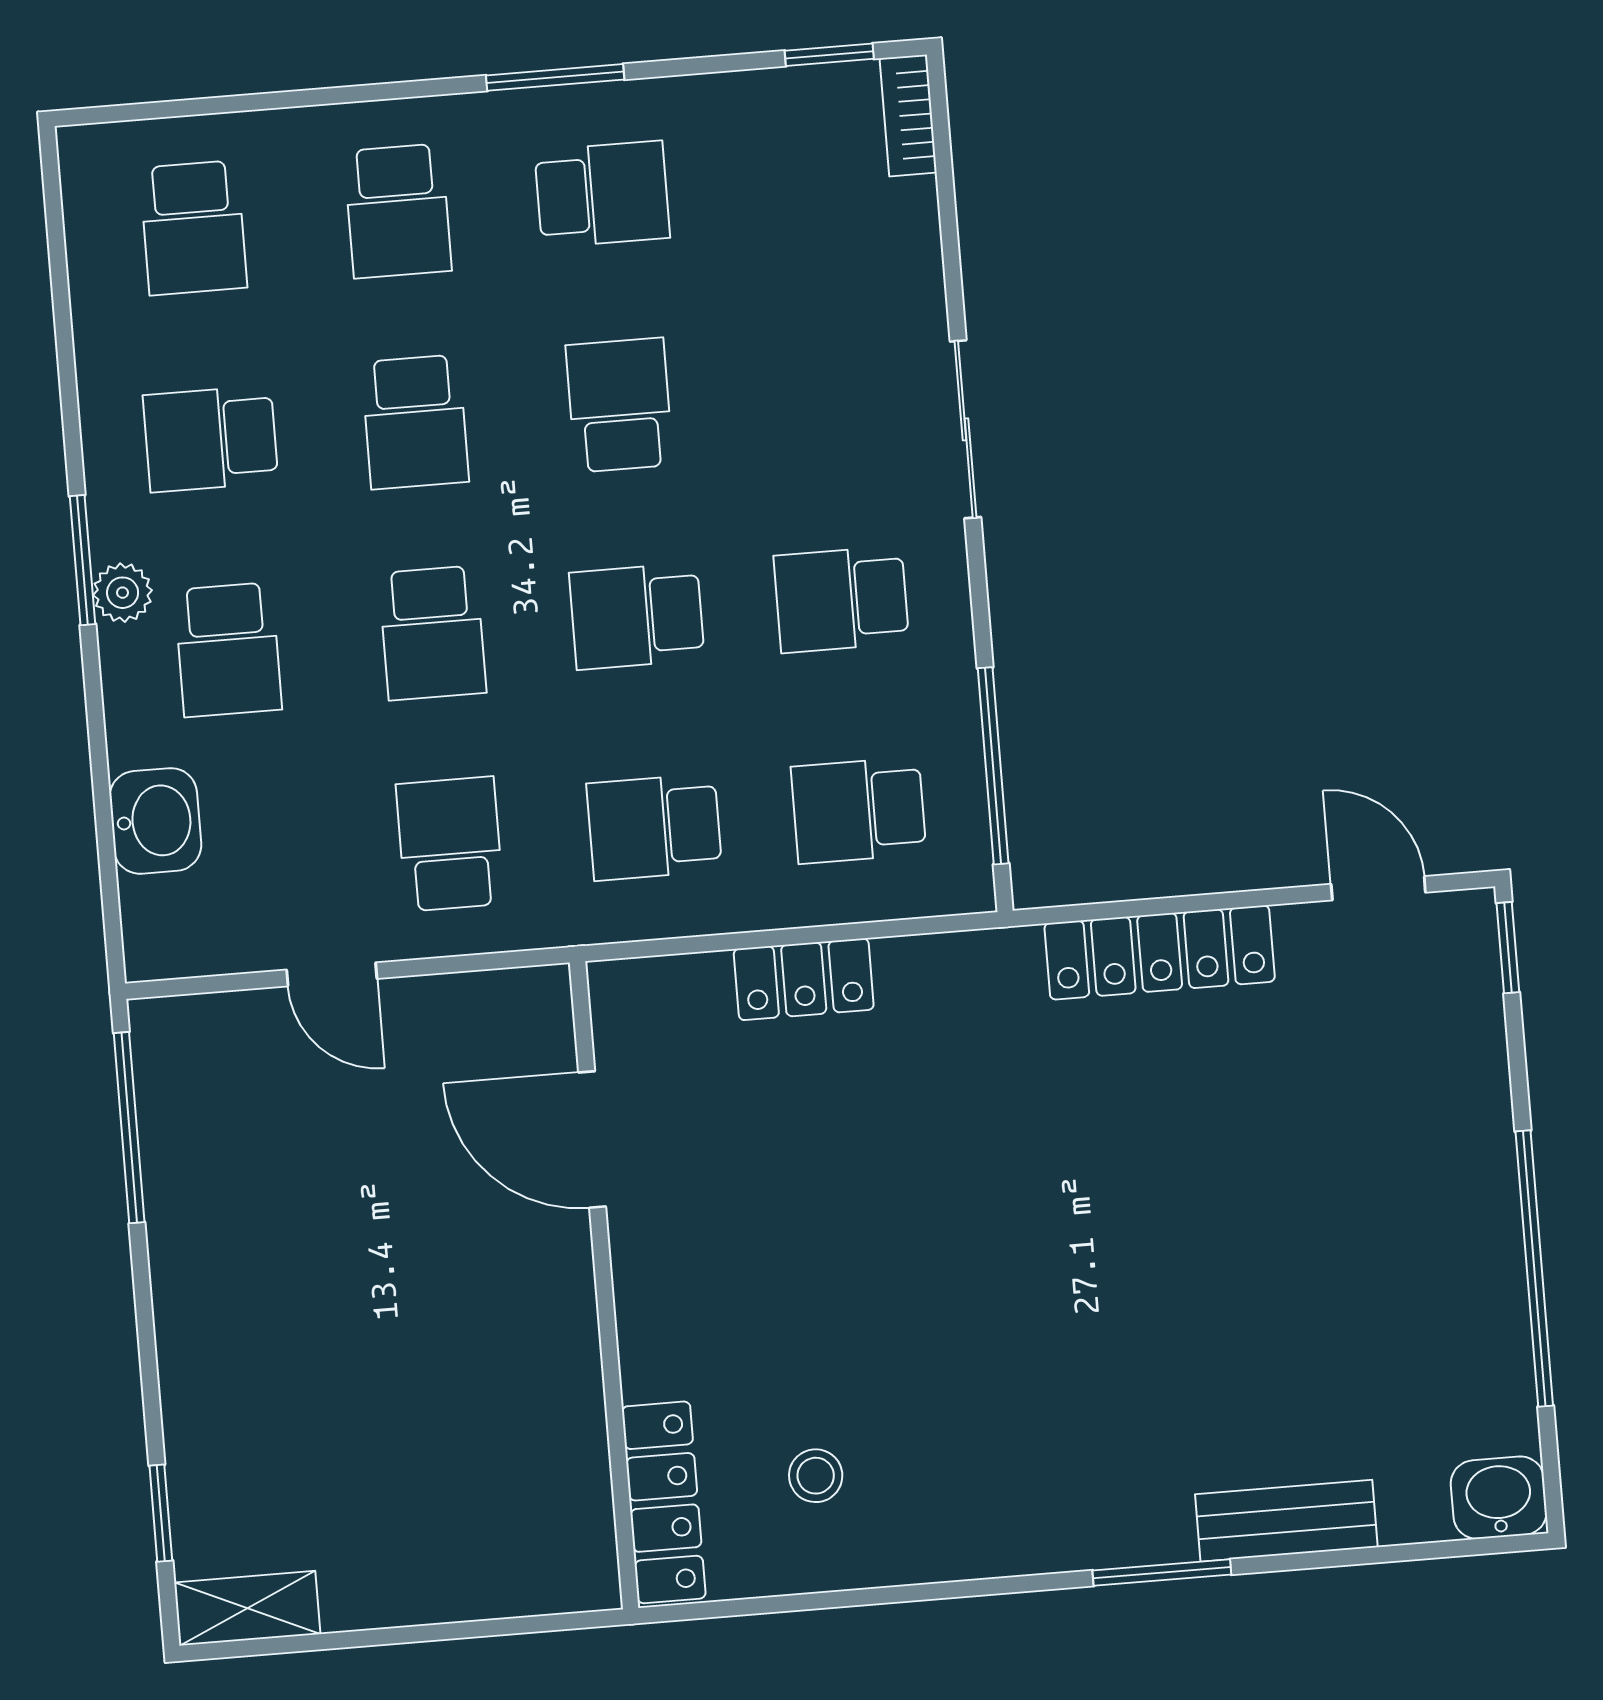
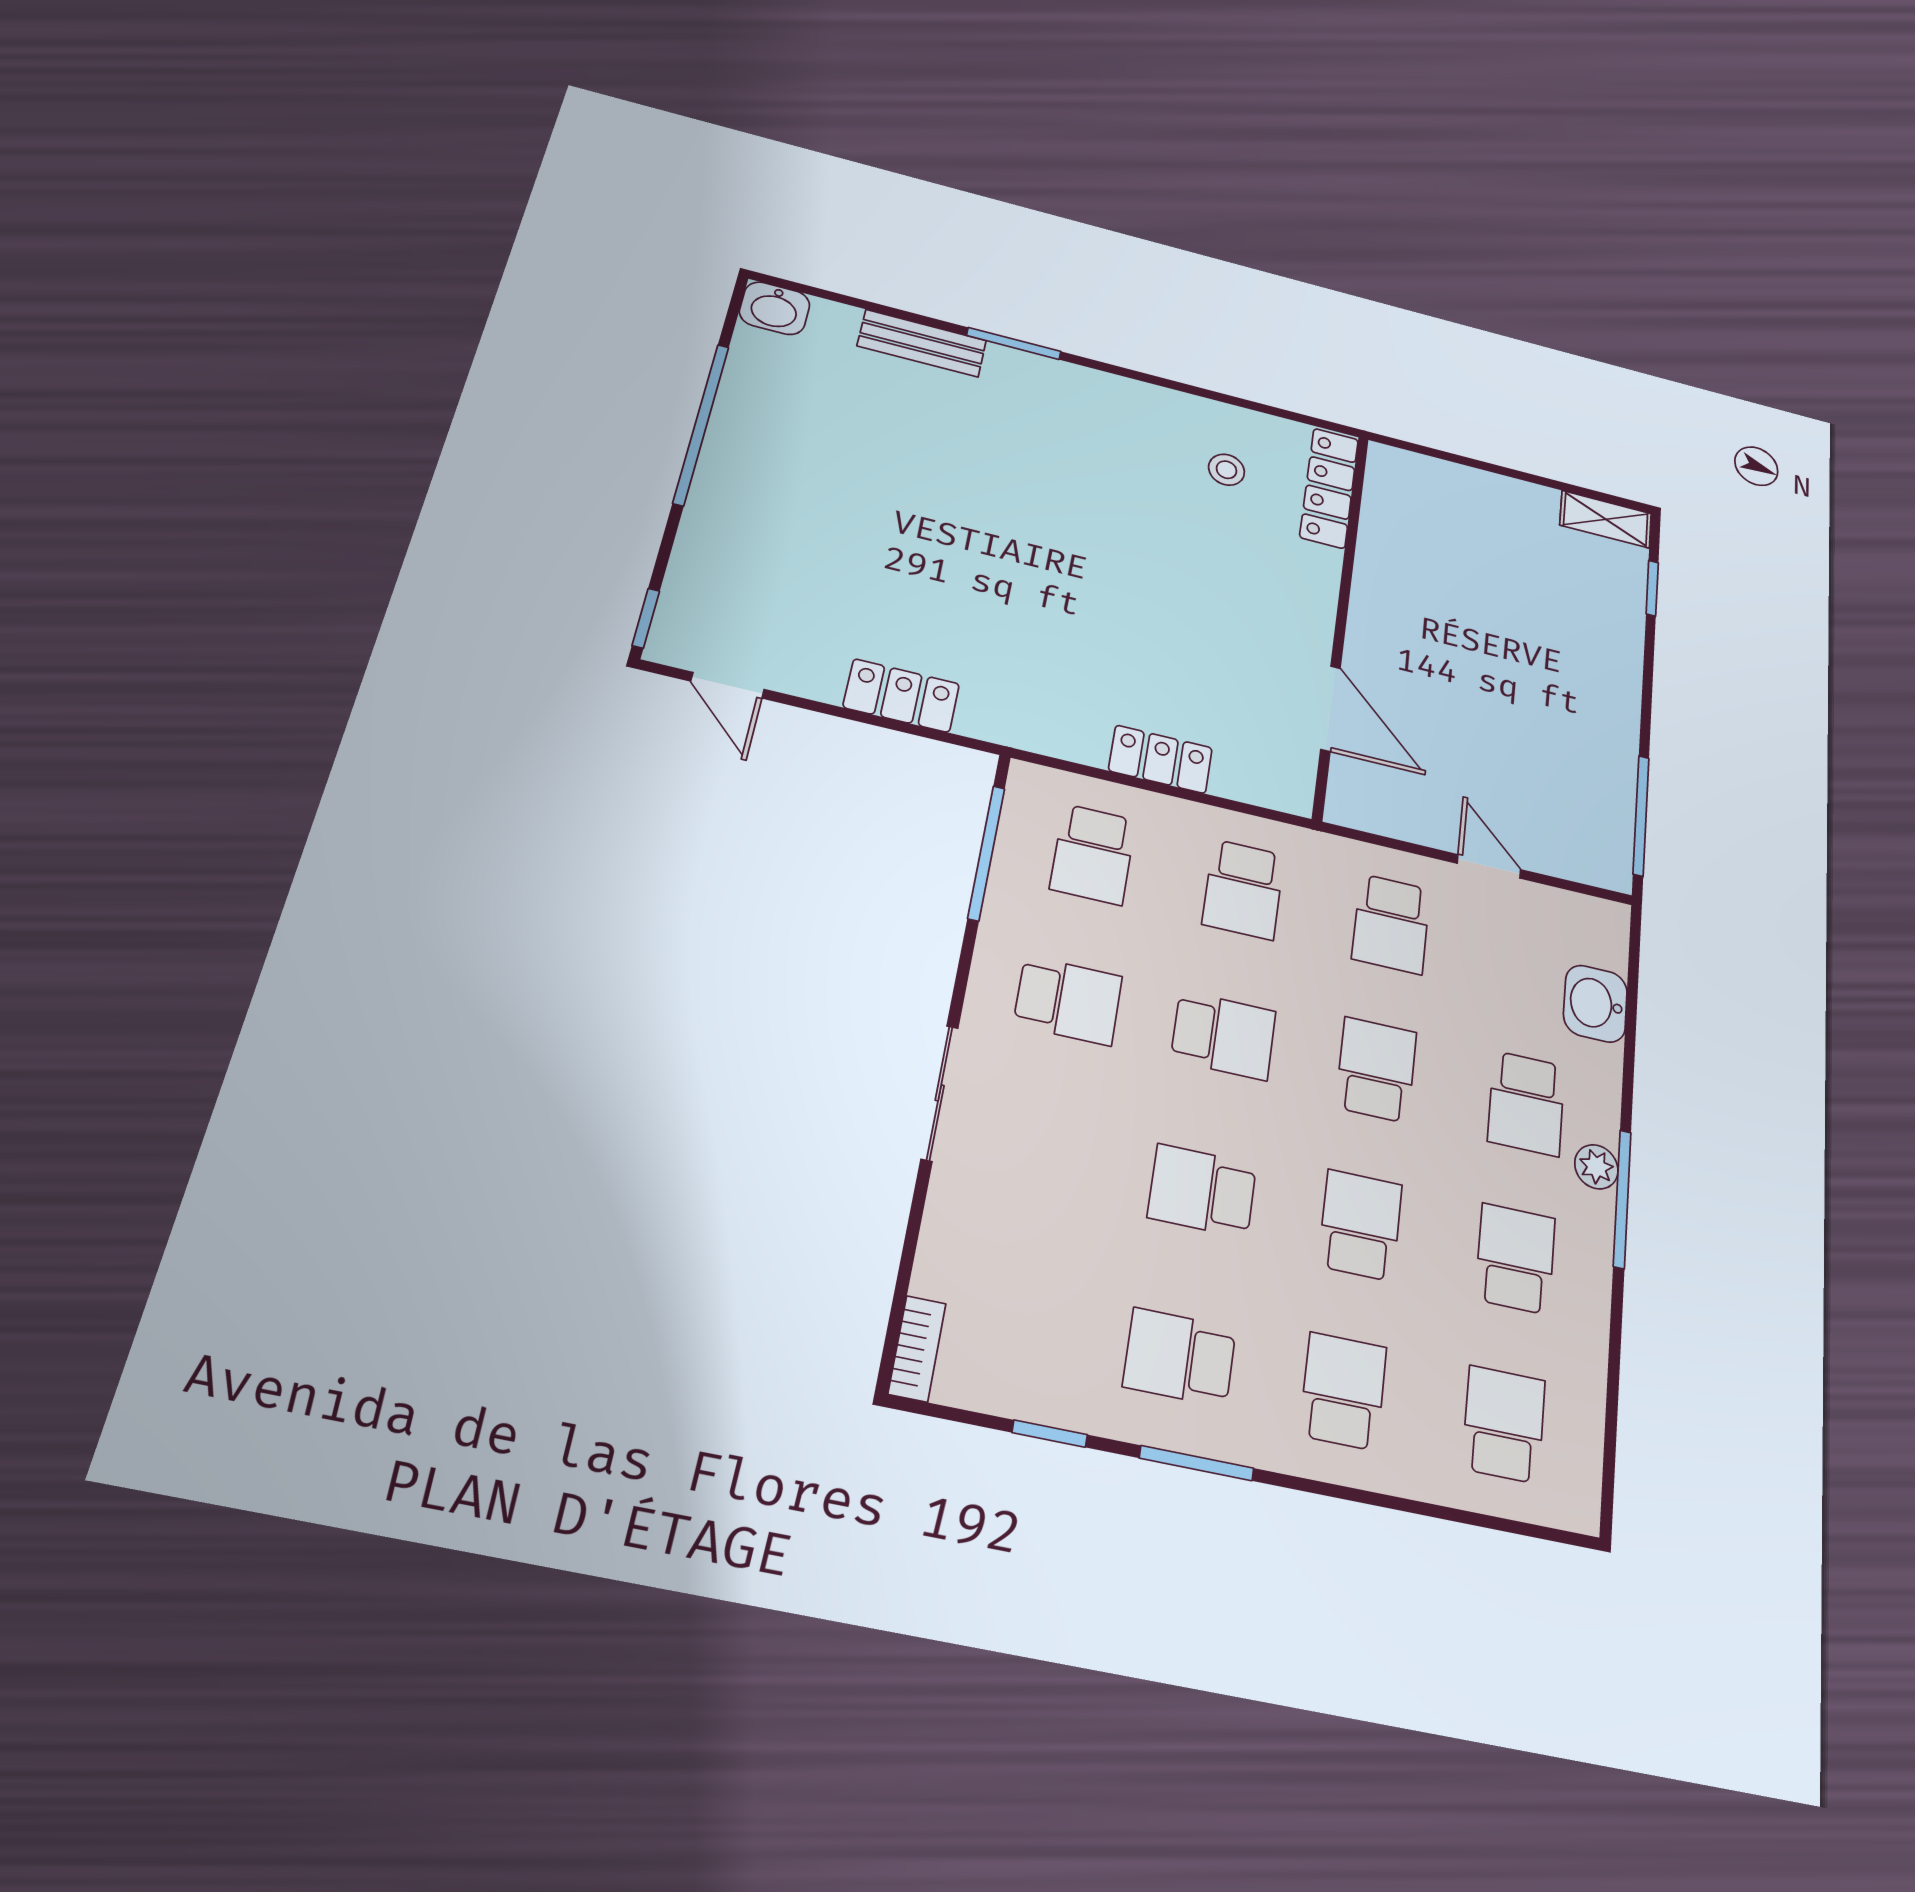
window: (829, 55) -> (1050, 1434), moved
school desk: (620, 405) -> (1202, 1191), turned 90
school desk: (211, 439) -> (1515, 1259), turned -90
window: (82, 560) -> (1622, 1199), width x1.44
school desk: (228, 650) -> (1526, 1103), turned 180
school desk: (859, 810) -> (1093, 854), turned 90
school desk: (654, 827) -> (1243, 889), turned 90
locker: (1160, 952) -> (901, 696), width x0.66

